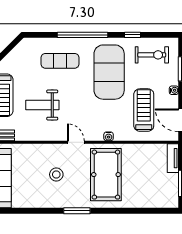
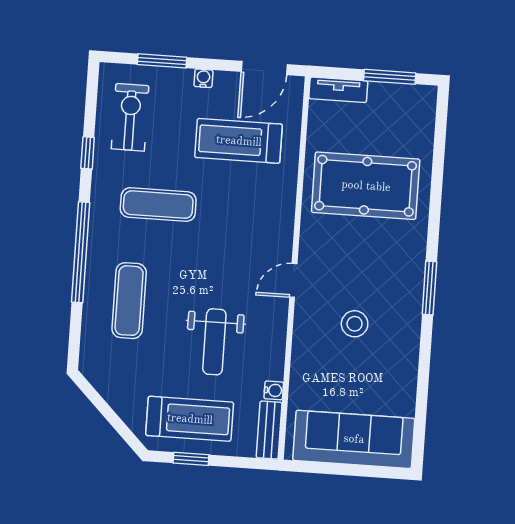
exercise mat: (109, 72) -> (158, 205), width x0.50, depth x0.69
water cooler: (109, 136) -> (274, 390), moved
pool table: (106, 175) -> (366, 186), moved

